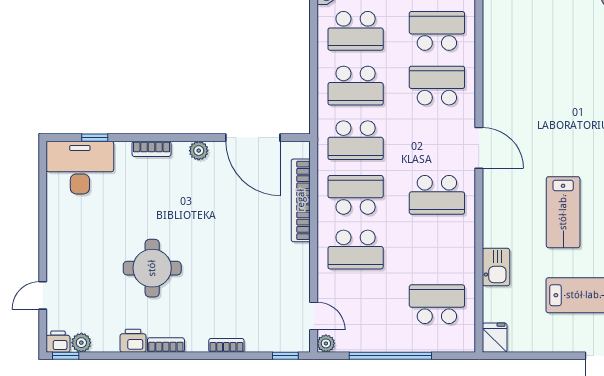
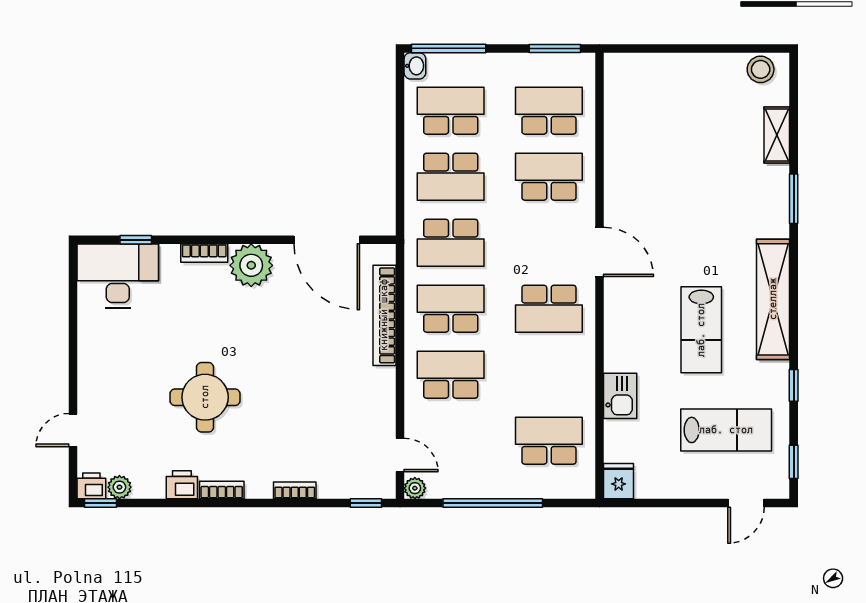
school desk: (356, 31) -> (451, 111), turned 180
plant: (199, 151) -> (251, 265), width x1.88, depth x1.88
school desk: (356, 250) -> (451, 375), turned 180

